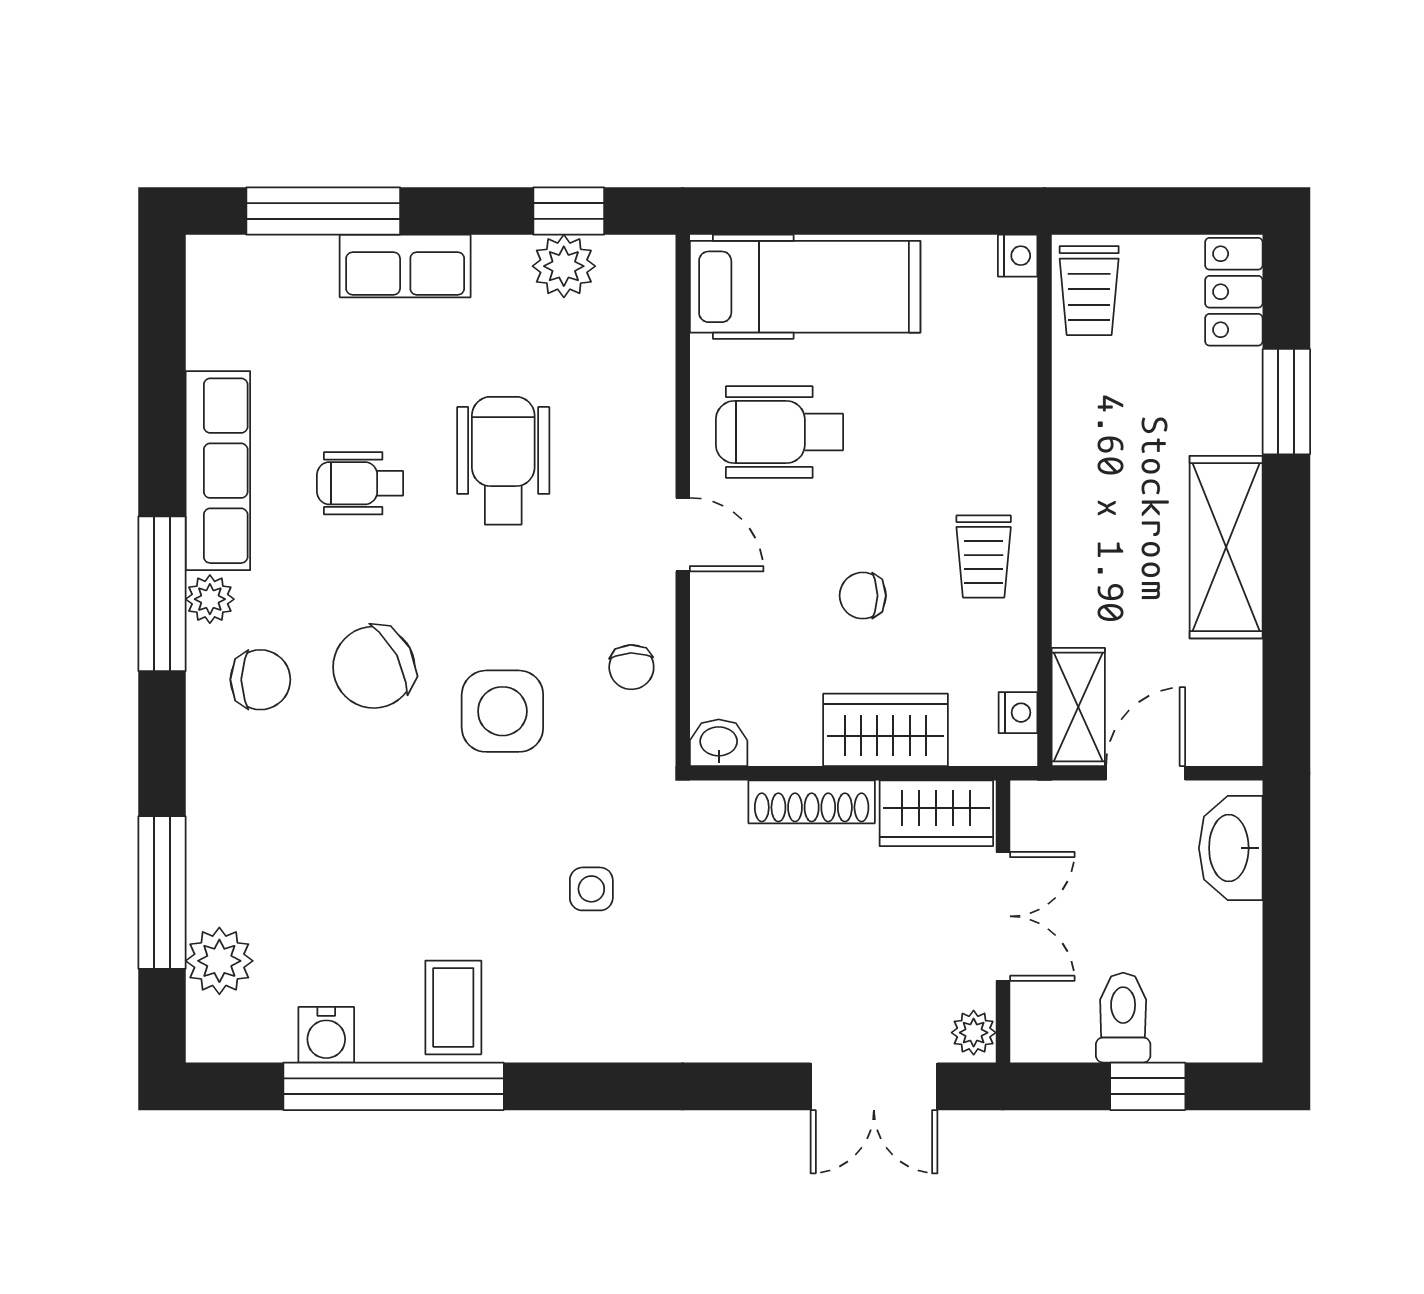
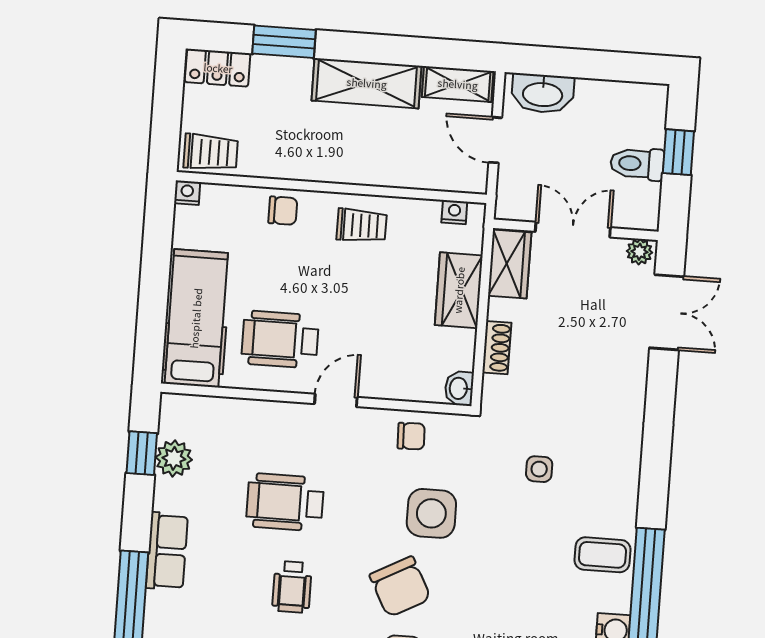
wheelchair: (779, 432) -> (280, 339), turned 90
chair: (863, 596) -> (283, 211), moved, turned -90
shelving: (1078, 707) -> (458, 84), moved
shoe rack: (812, 802) -> (497, 348), width x0.70

